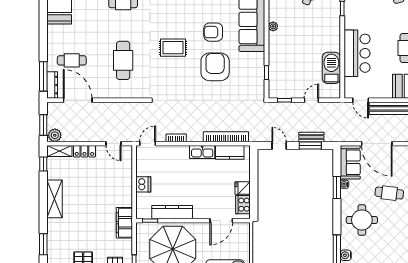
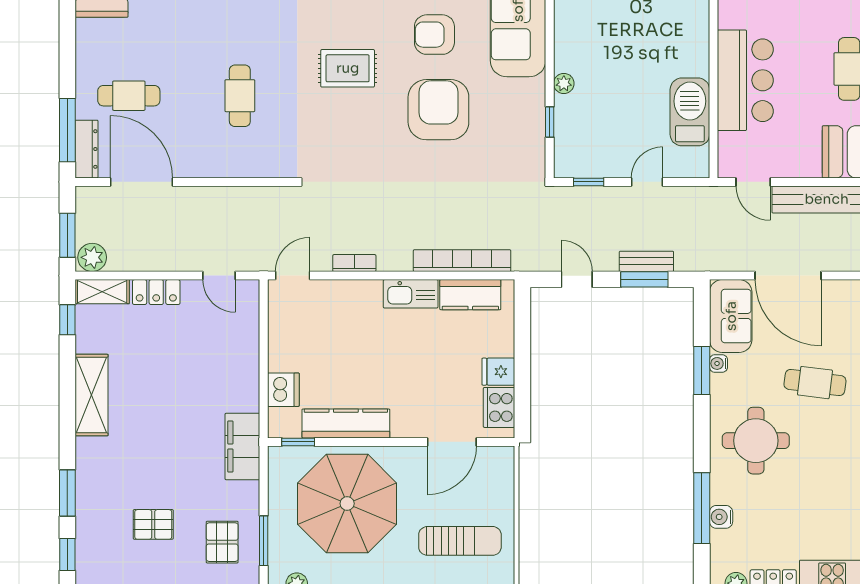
plant: (273, 26) -> (564, 83), moved
cafe table: (123, 60) -> (240, 96), width x0.73, depth x0.74
dishwasher: (143, 184) -> (283, 390), moved

